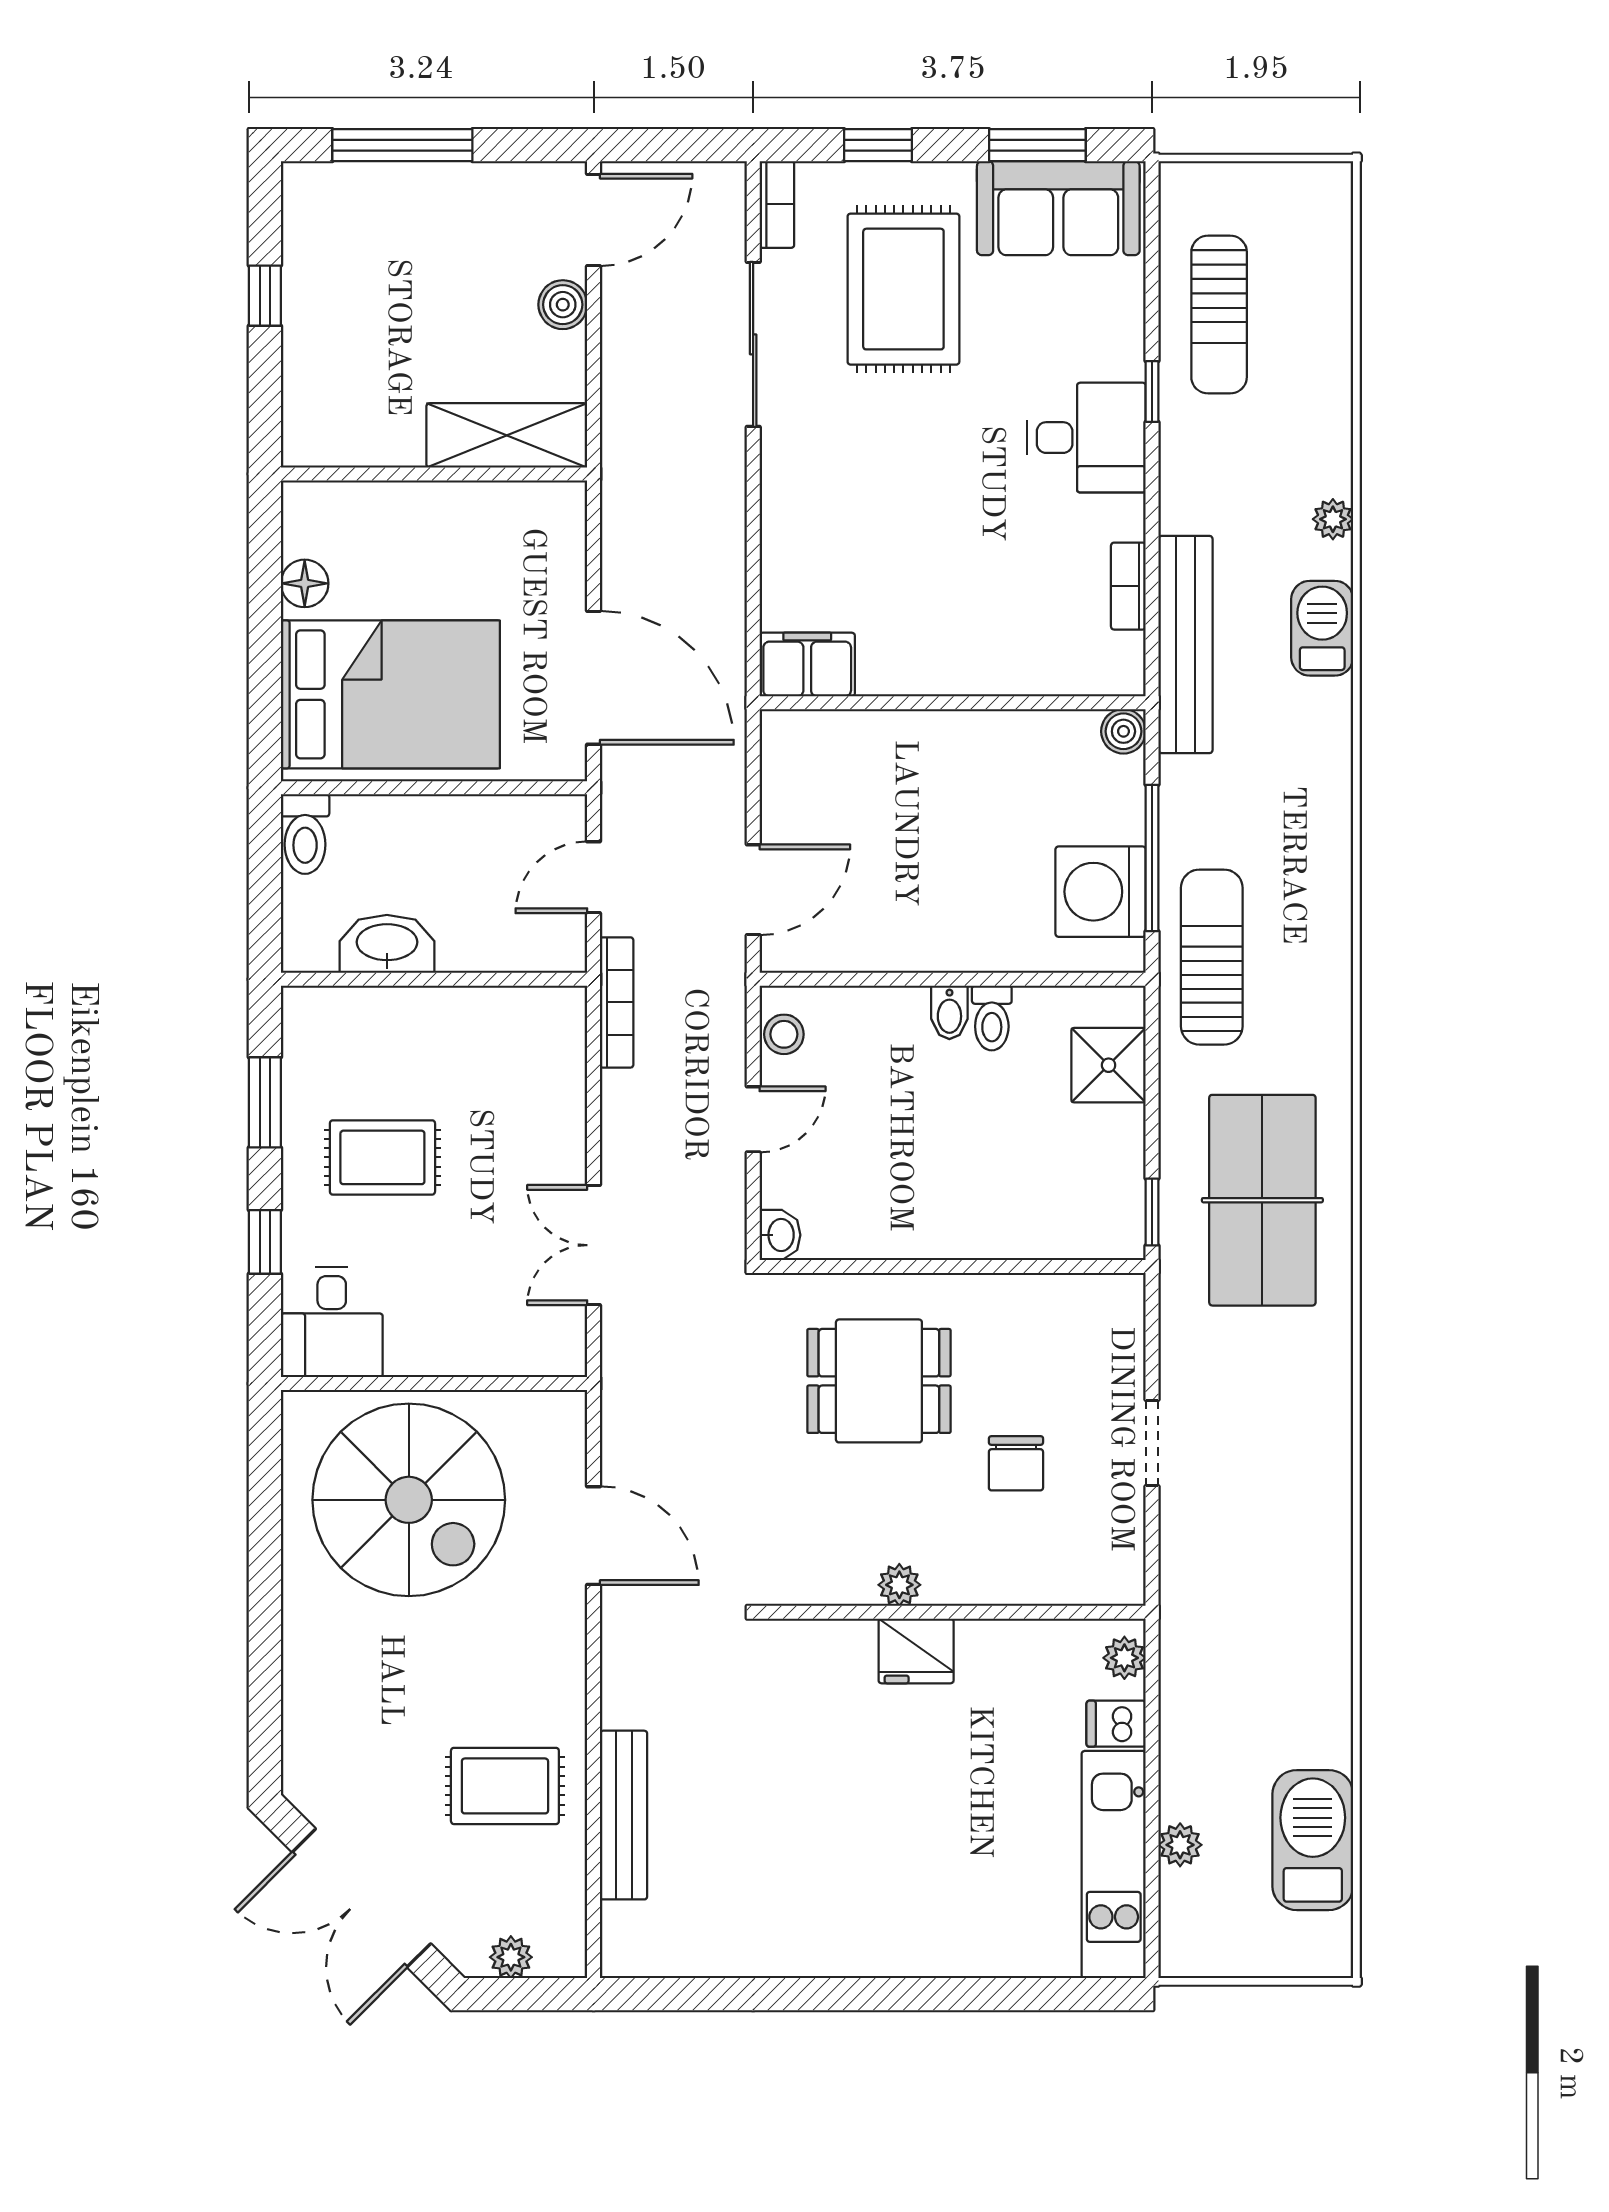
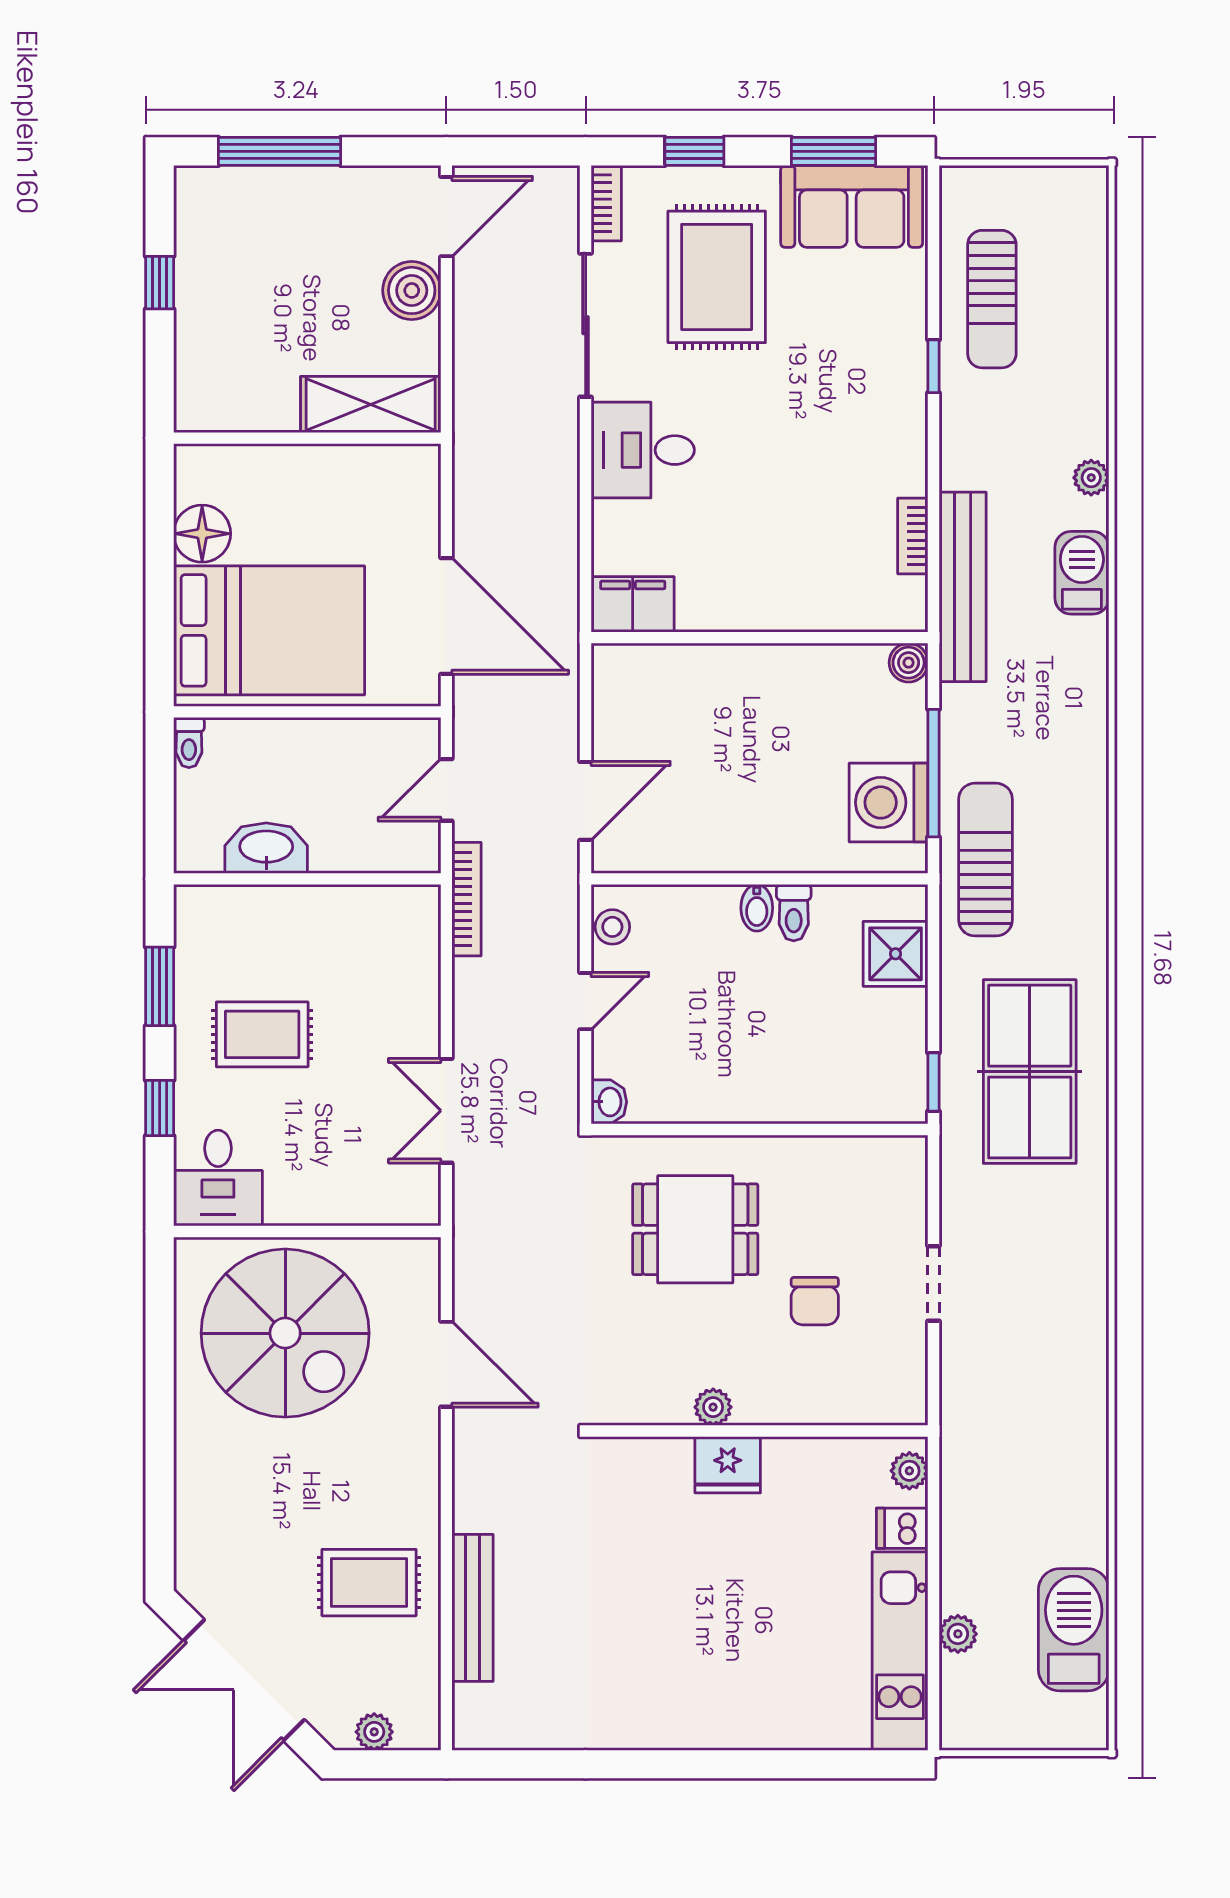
boiler: (563, 305) -> (412, 290), width x1.36, depth x1.36
desk: (1087, 438) -> (643, 450), moved, turned 180
floor lamp: (305, 583) -> (202, 534), width x1.38, depth x1.38
toilet: (305, 834) -> (189, 743), width x0.73, depth x0.72

